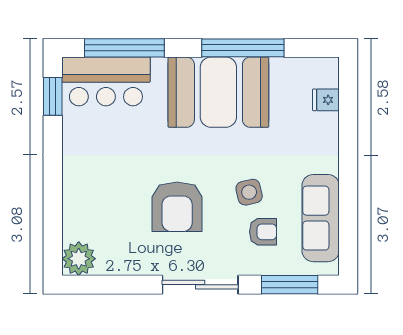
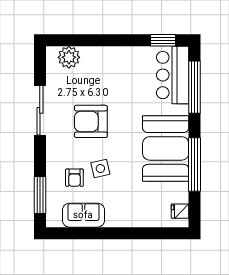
fridge: (326, 100) -> (180, 211), moved, turned -90
sofa: (321, 218) -> (83, 215), width x0.73
plant: (79, 259) -> (69, 57), moved
sliding door: (200, 285) -> (40, 110), moved

